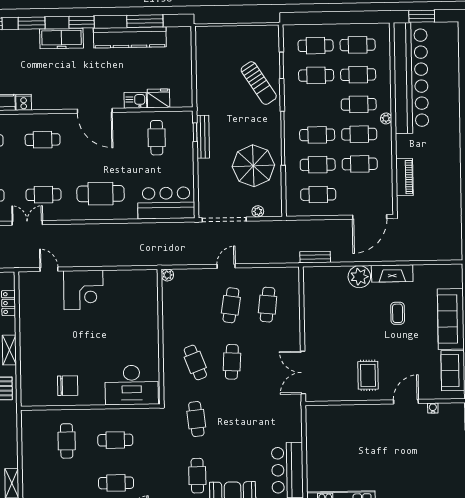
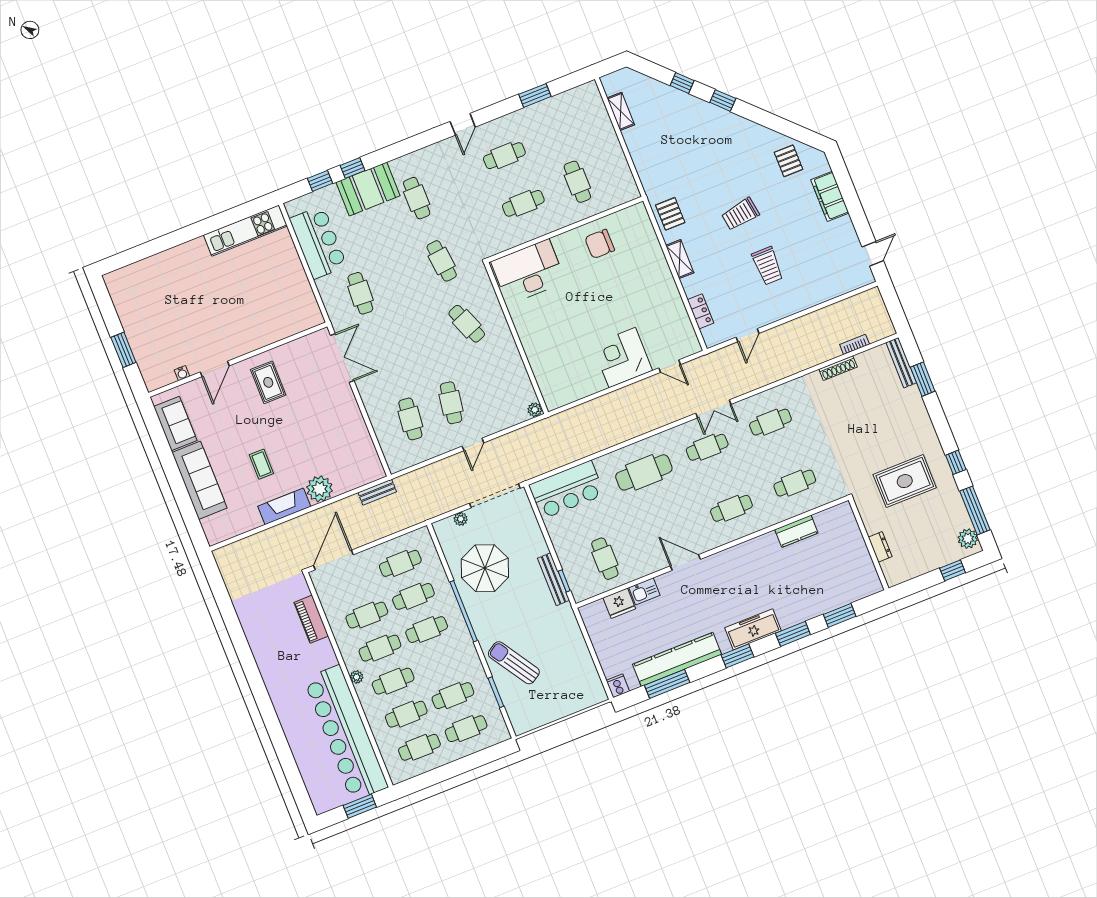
cooker: (24, 102) -> (618, 686), moved, turned 180
door: (95, 111) -> (685, 563), width x0.73
cafe table: (232, 362) -> (360, 293), moved

